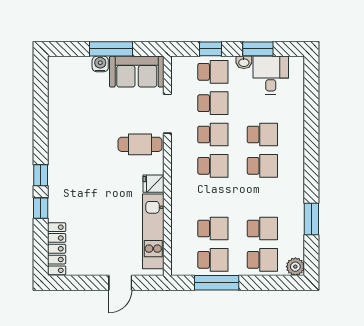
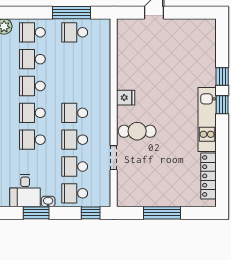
window: (211, 49) -> (91, 213), moved
water cooler: (100, 64) -> (171, 200), removed
sofa: (137, 72) -> (140, 194), removed
doorway: (167, 114) -> (114, 158), width x0.73
school desk: (213, 228) -> (32, 86), moved
kitchen unit: (153, 231) -> (207, 119), moved, turned 180
locker: (57, 249) -> (208, 176), moved

